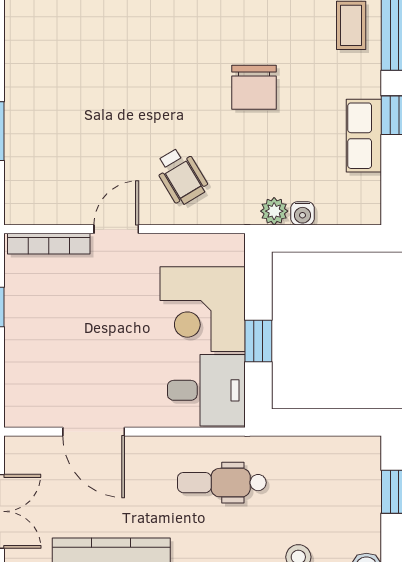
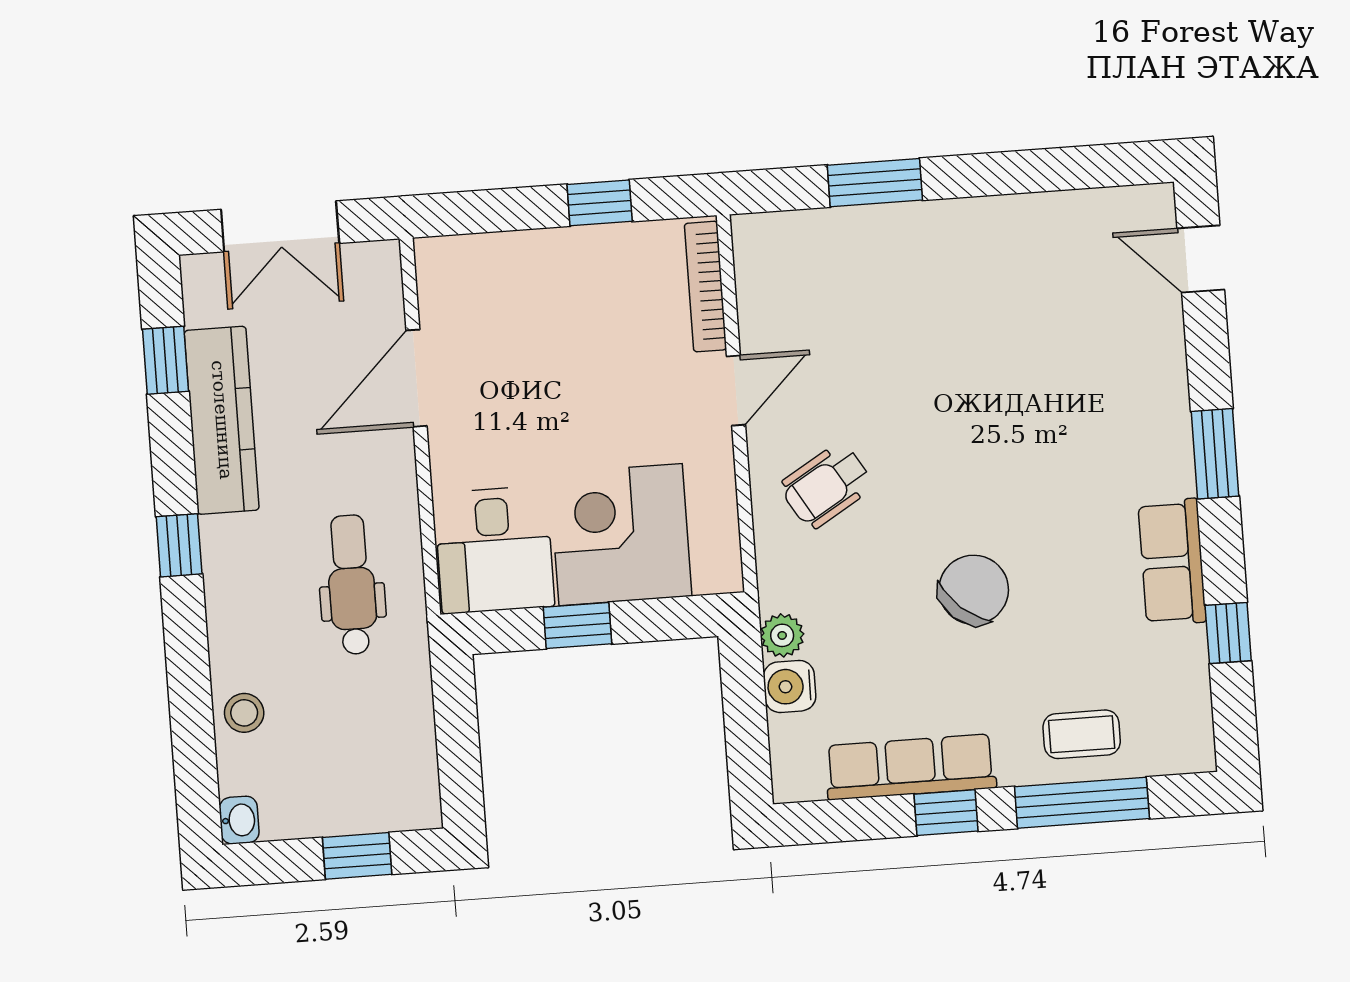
chair: (254, 87) -> (974, 590), turned 131
row of seats: (364, 136) -> (911, 767), width x1.48
water cooler: (303, 213) -> (790, 686), width x1.38, depth x1.38
door: (116, 229) -> (736, 390), hinge flipped

